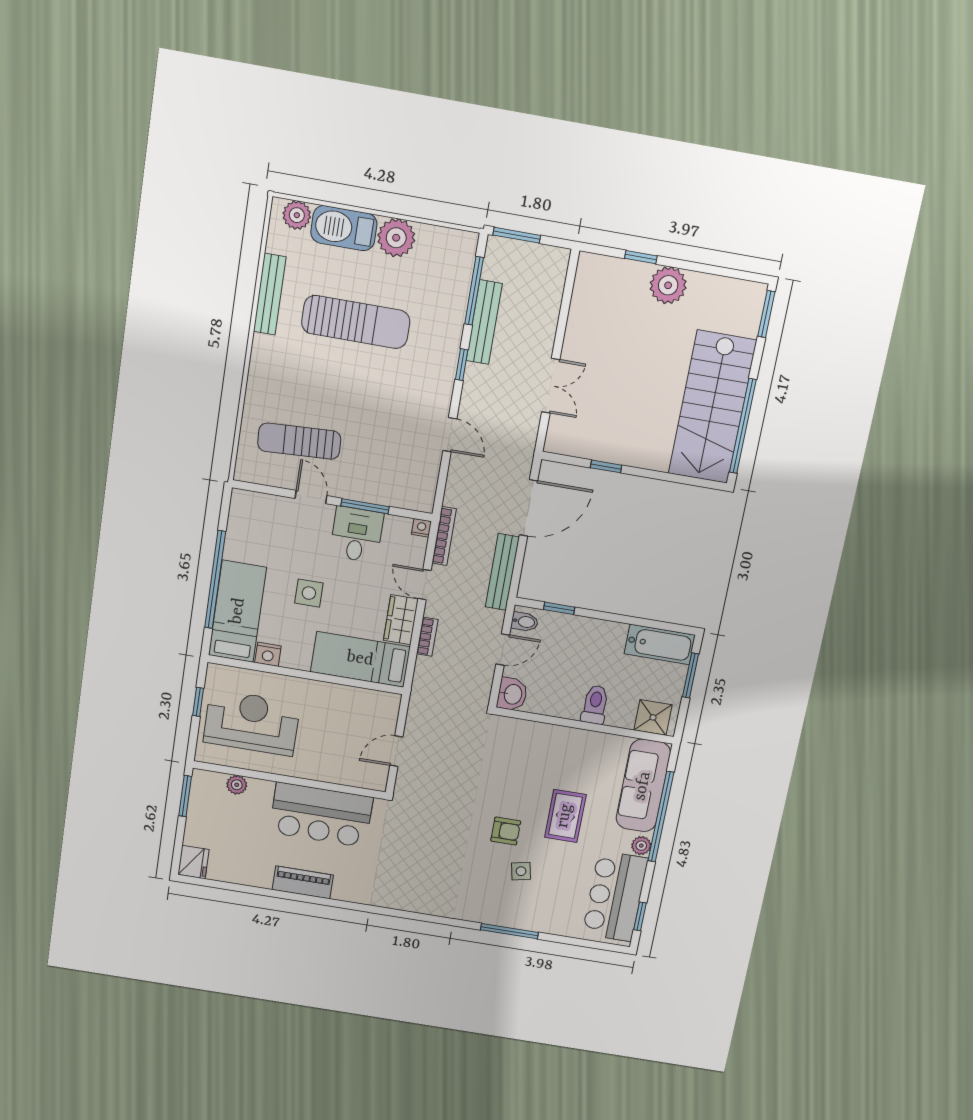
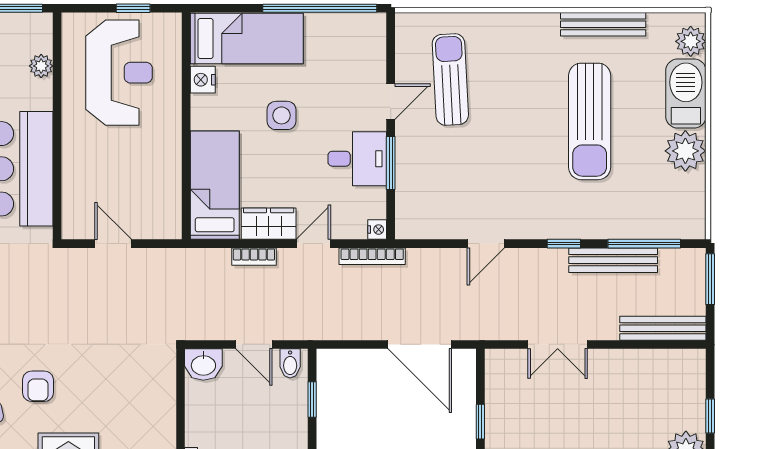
bench: (502, 572) -> (663, 328), moved
window: (215, 580) -> (320, 8), moved

